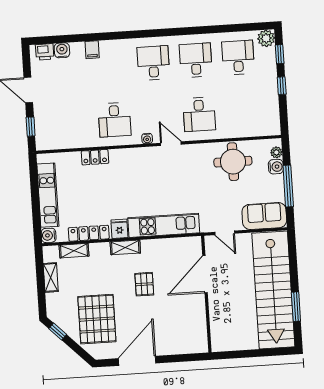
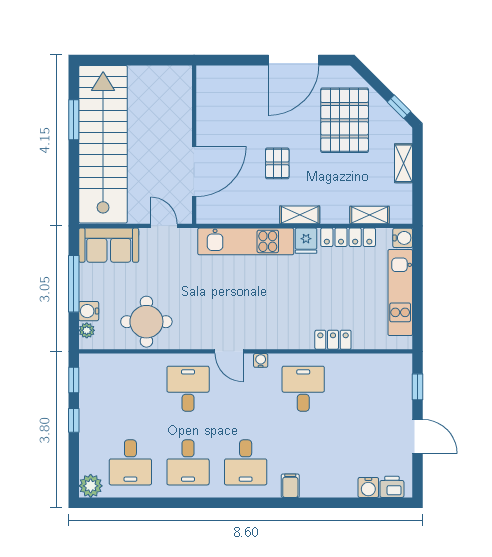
filing cabinet: (92, 50) -> (290, 486), moved
window: (280, 54) -> (74, 380), moved
shelving: (51, 277) -> (404, 163), moved

